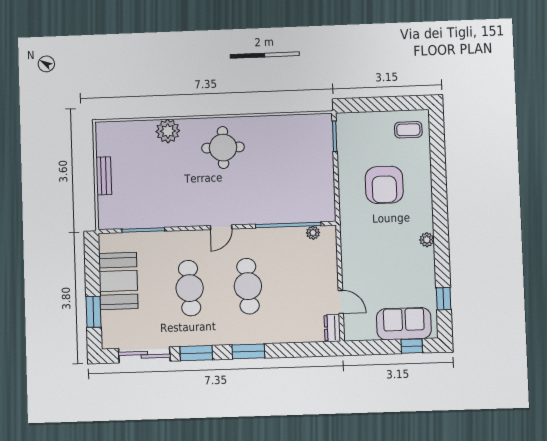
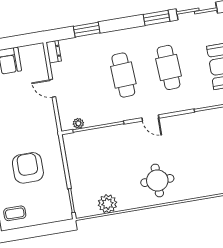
plant: (168, 131) -> (107, 204), moved
door: (221, 227) -> (150, 118), swing flipped
door: (341, 302) -> (52, 88), moved
window: (248, 351) -> (87, 30), moved

